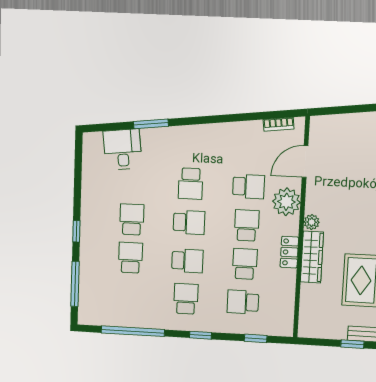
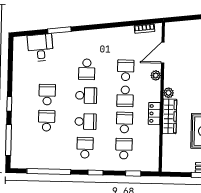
school desk: (249, 187) -> (126, 70), turned -90
plant: (286, 202) -> (156, 75), width x0.53, depth x0.53
school desk: (247, 225) -> (125, 96), turned 180
school desk: (243, 302) -> (124, 149), turned 90

